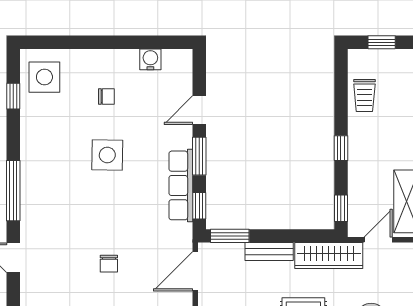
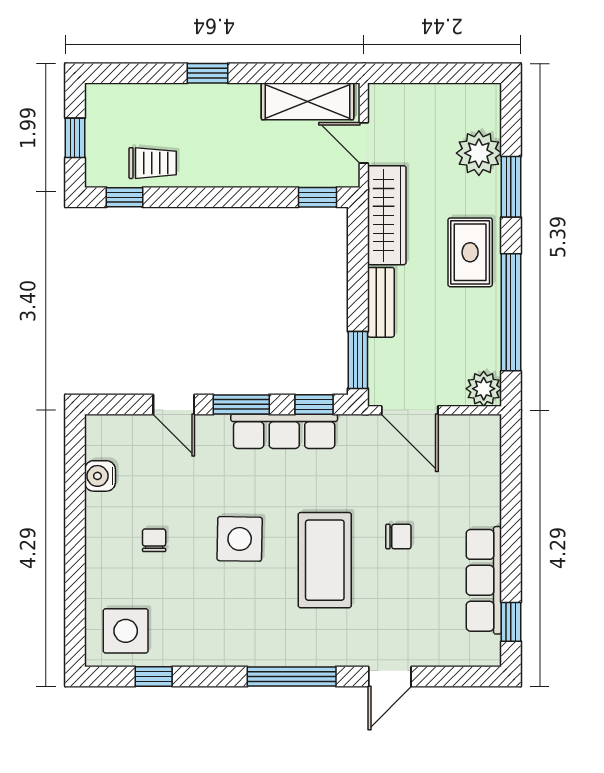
window: (341, 148) -> (125, 197), moved
coffee table: (93, 213) -> (325, 560), added

